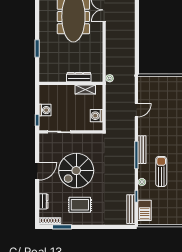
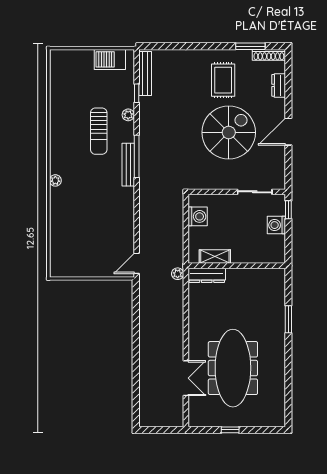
dresser: (79, 77) -> (207, 275), moved
door: (136, 110) -> (137, 263), moved
rug: (80, 205) -> (223, 80), turned 90
barbecue: (145, 210) -> (110, 59), moved, turned -90

